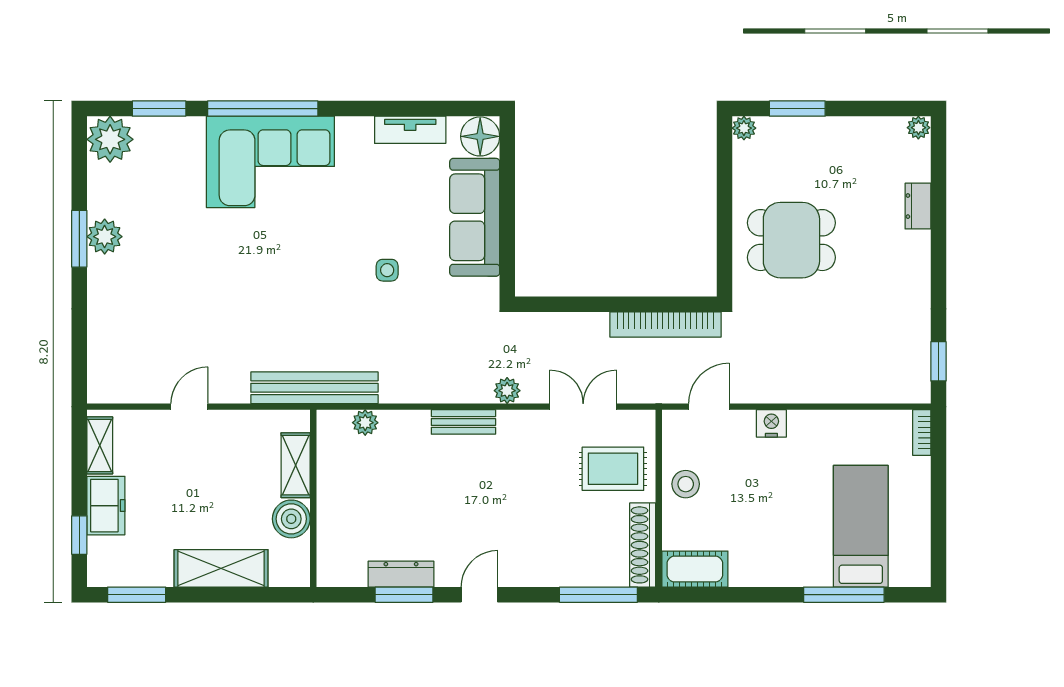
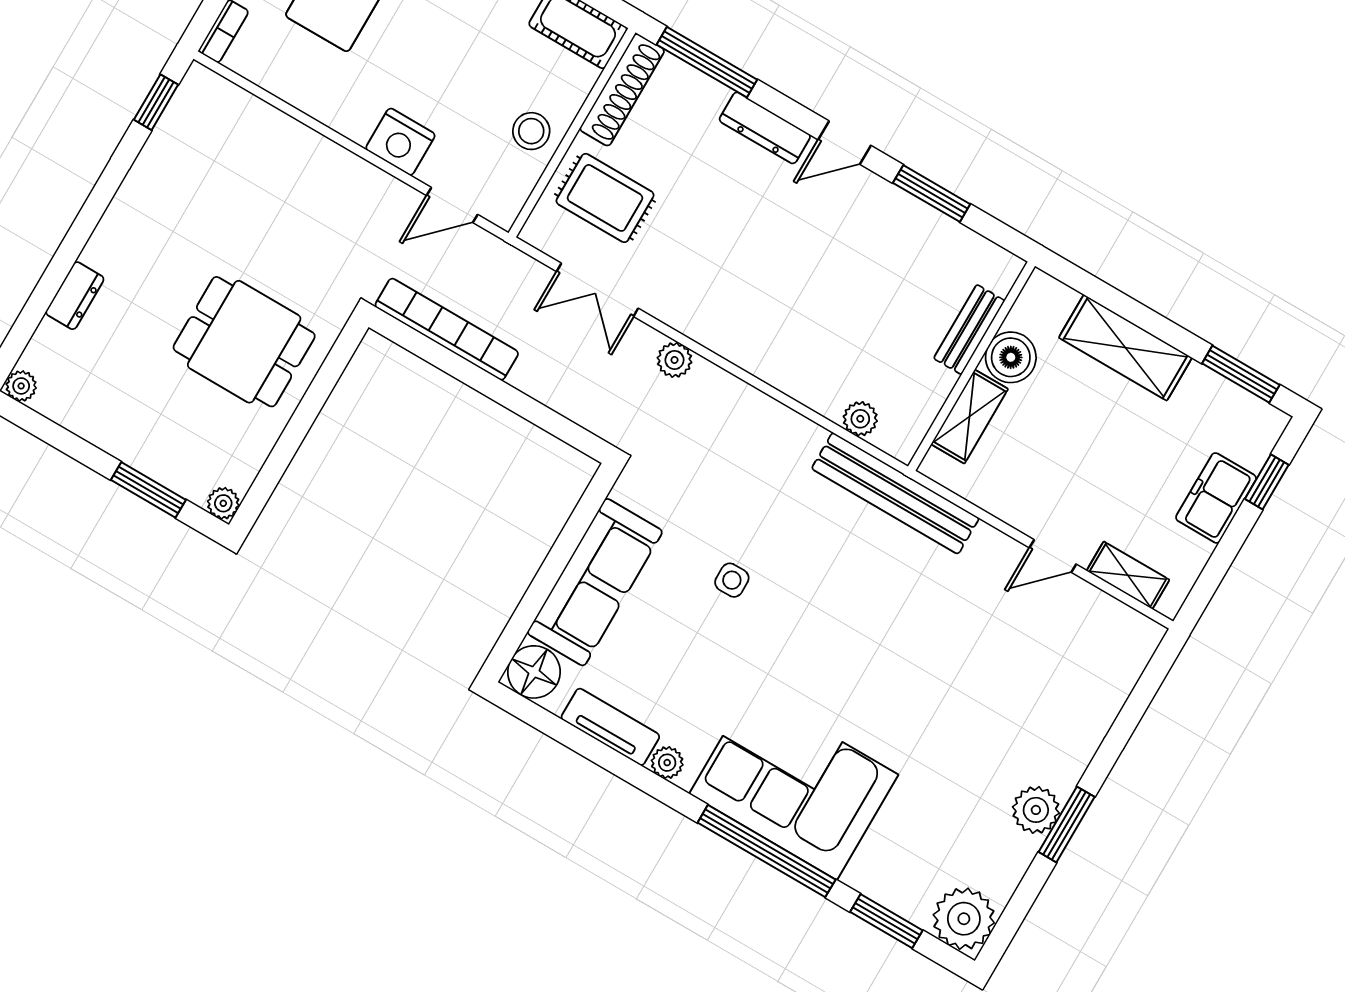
plant: (360, 128) -> (667, 763), added
bench: (463, 422) -> (969, 330), moved, turned 90
nightstand: (771, 423) -> (400, 142), width x1.36, depth x1.33
shelving: (100, 445) -> (1128, 575), moved, turned 90
dresser: (401, 574) -> (765, 128), moved

